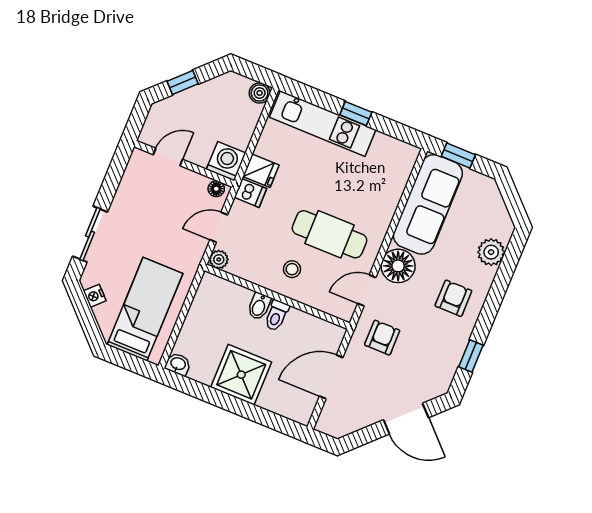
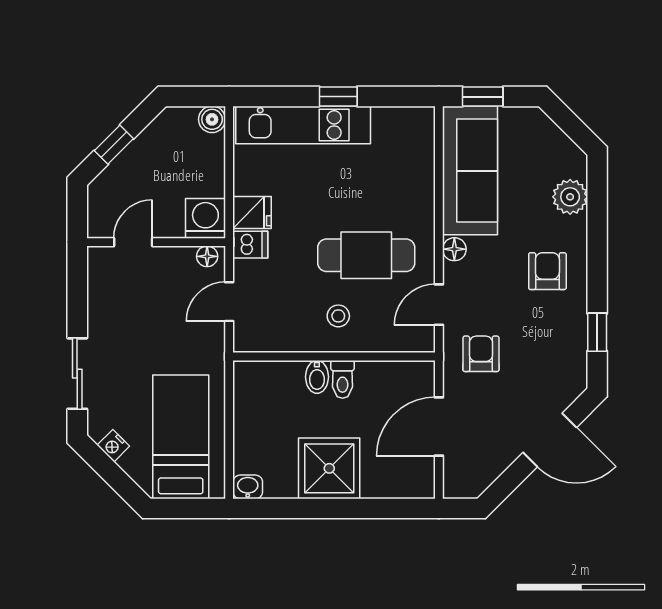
plant: (219, 259) -> (245, 340), removed
floor lamp: (398, 266) -> (454, 249), width x0.53, depth x0.53

